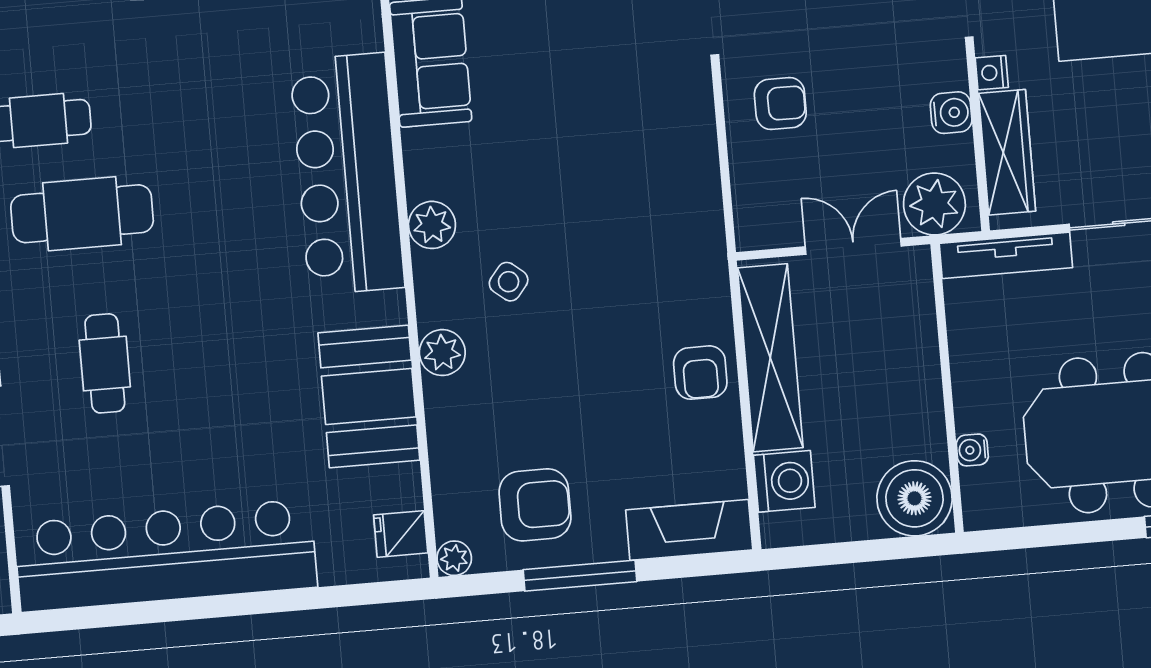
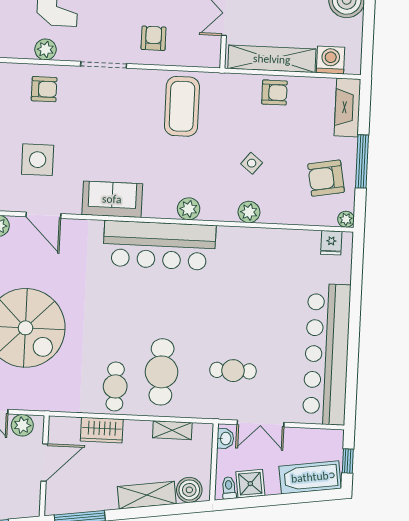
coffee table: (645, 182) -> (182, 106), added
side table: (509, 282) -> (252, 163), moved
booth: (369, 396) -> (265, 249), removed
armchair: (535, 505) -> (326, 178), turned -100

